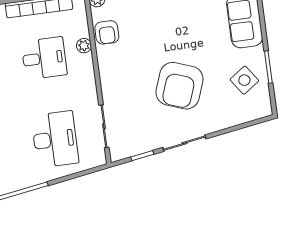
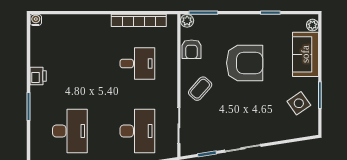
plant: (84, 46) -> (171, 58), removed
coffee table: (124, 78) -> (200, 89), added
armchair: (179, 86) -> (245, 63), moved, turned -110

